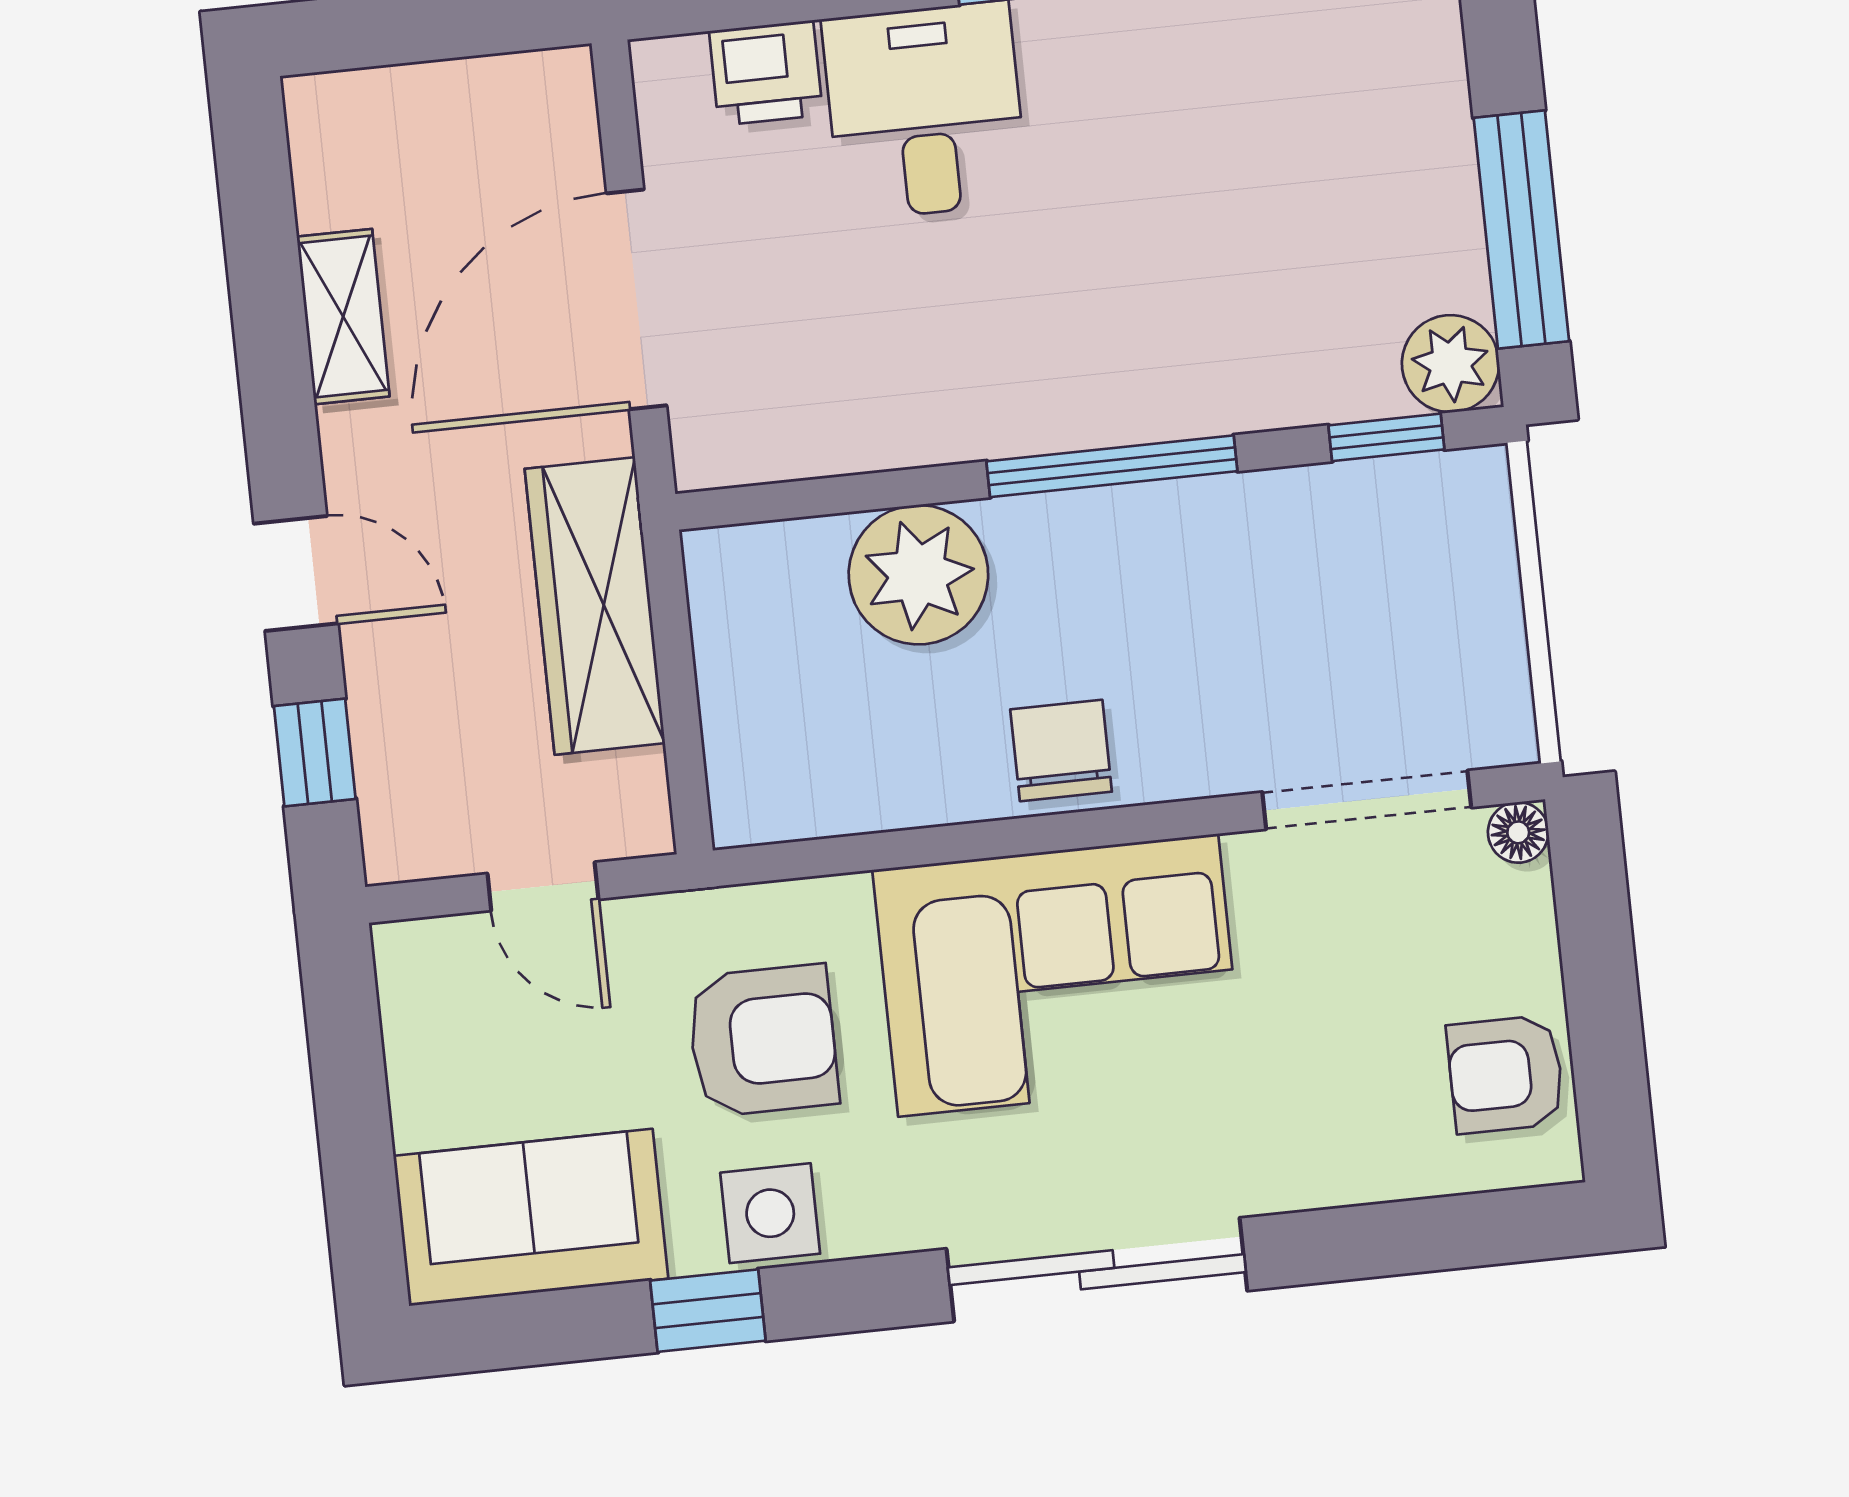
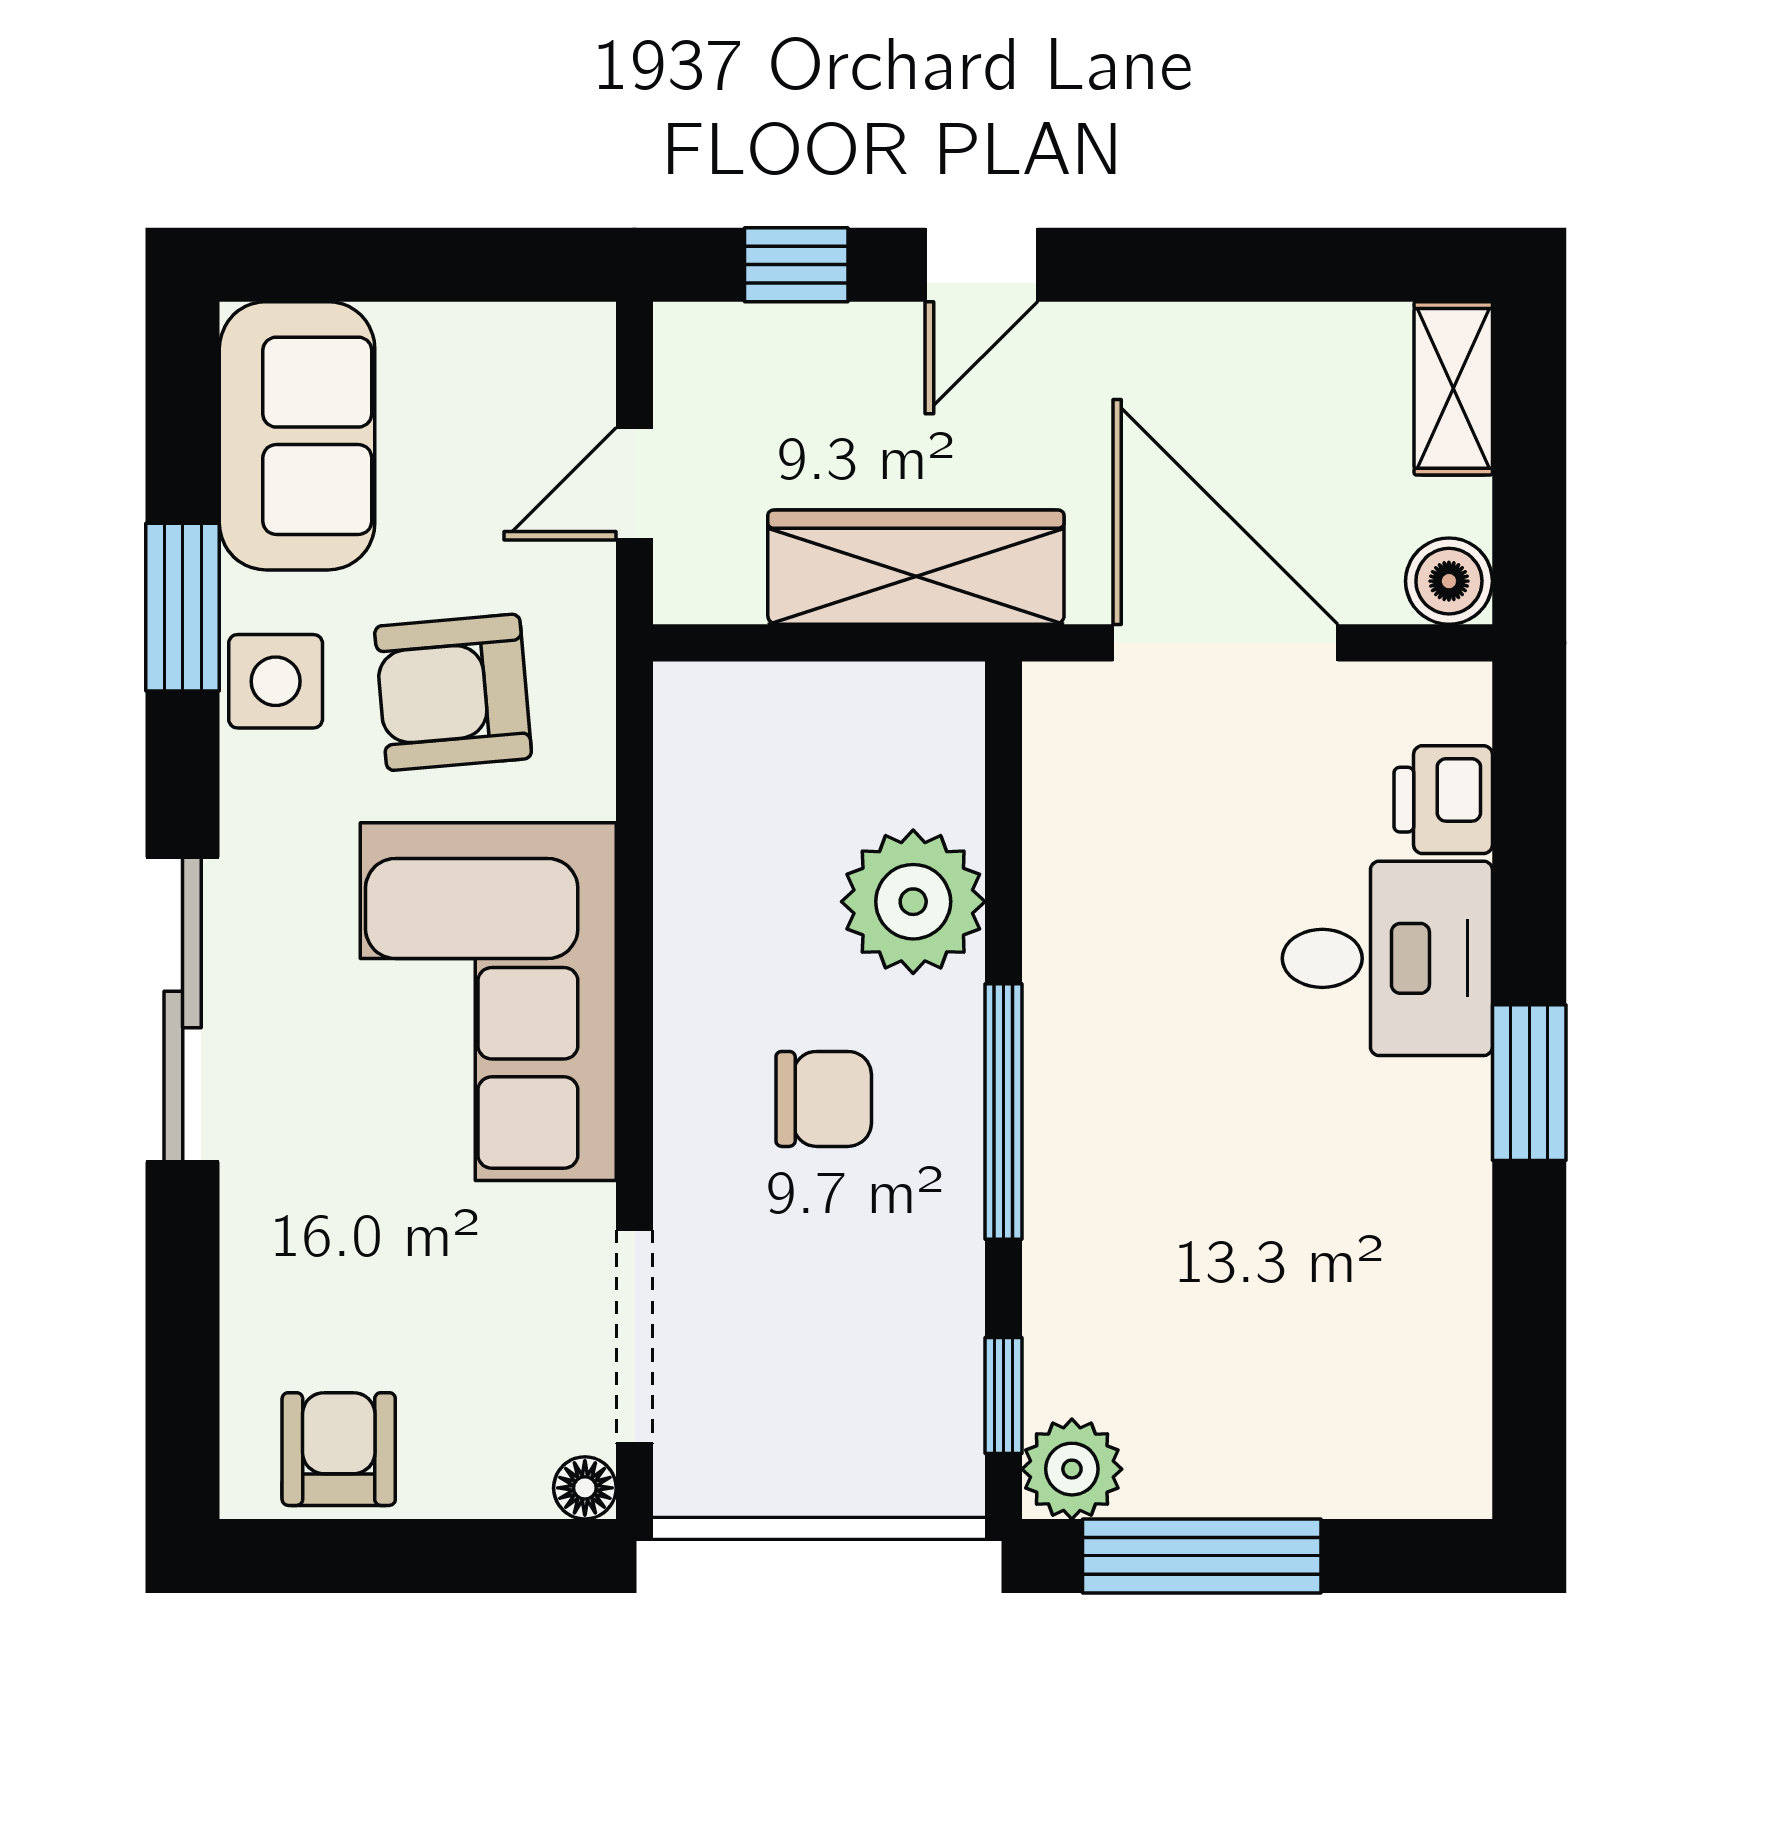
boiler: (554, 90) -> (1449, 581), added
shelving: (343, 317) -> (1453, 388), moved, turned 90
chair: (1061, 751) -> (824, 1099), moved
armchair: (763, 1041) -> (453, 692), turned 85
window: (708, 1311) -> (183, 607), width x1.50

